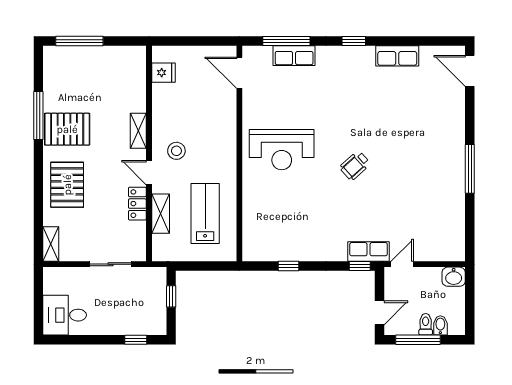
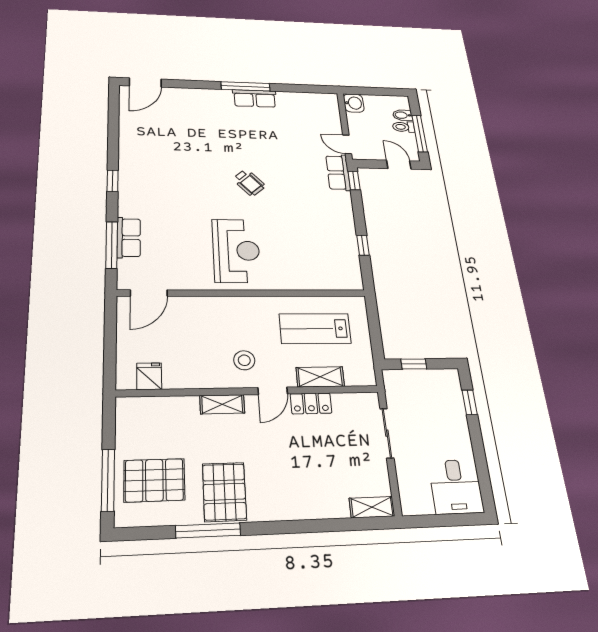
row of seats: (397, 56) -> (255, 98), moved, turned 90
pallet: (67, 185) -> (154, 480), moved

